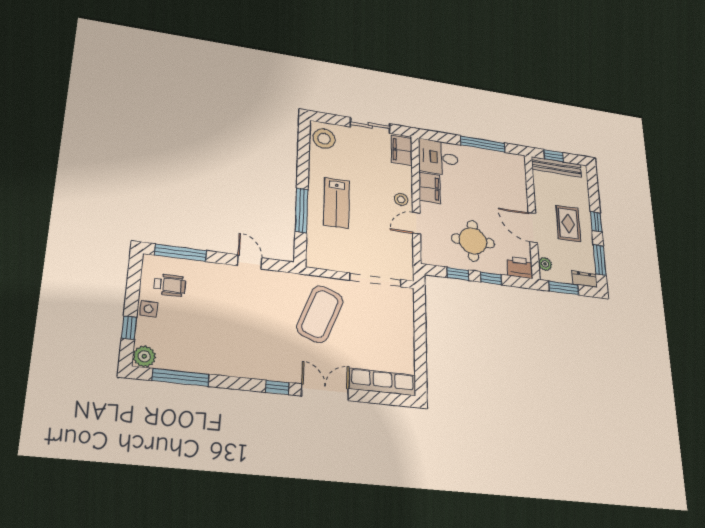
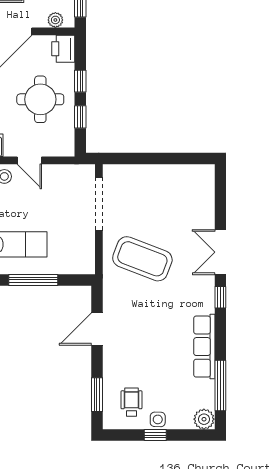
window: (181, 253) -> (97, 395), width x0.69
door: (250, 262) -> (97, 329), width x1.38
window: (129, 328) -> (155, 435), moved
row of seats: (383, 382) -> (204, 347), moved

